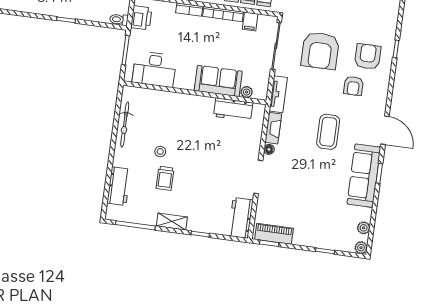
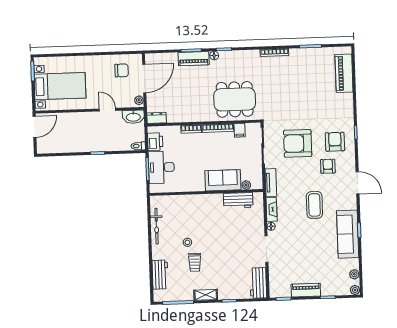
armchair: (320, 51) -> (298, 143), turned 90
desk: (154, 69) -> (161, 167), moved, turned 90
armchair: (353, 86) -> (328, 166), turned 180
door: (385, 130) -> (358, 183), moved
piano: (274, 234) -> (306, 290), moved

